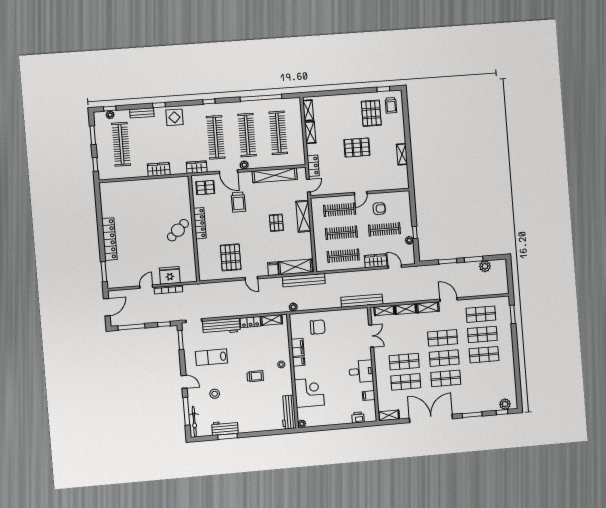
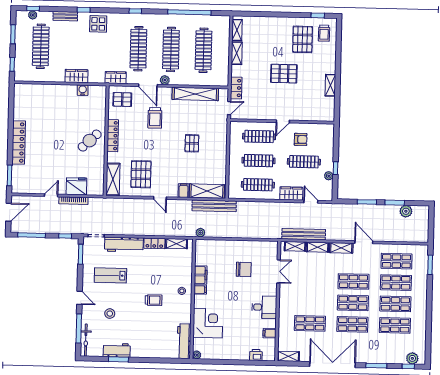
water cooler: (166, 182) -> (83, 90), added
shelving: (303, 216) -> (113, 179), moved
bench: (362, 301) -> (304, 234), moved
chair: (318, 327) -> (244, 269), moved
shop shelf: (404, 362) -> (395, 325), moved

